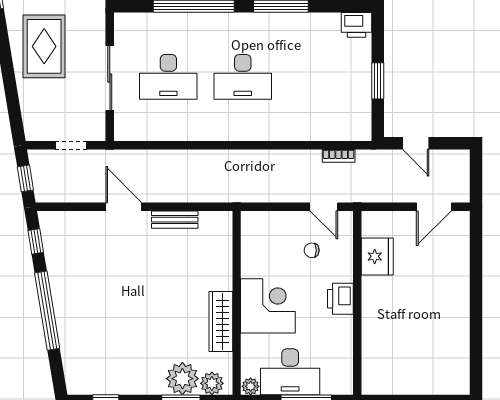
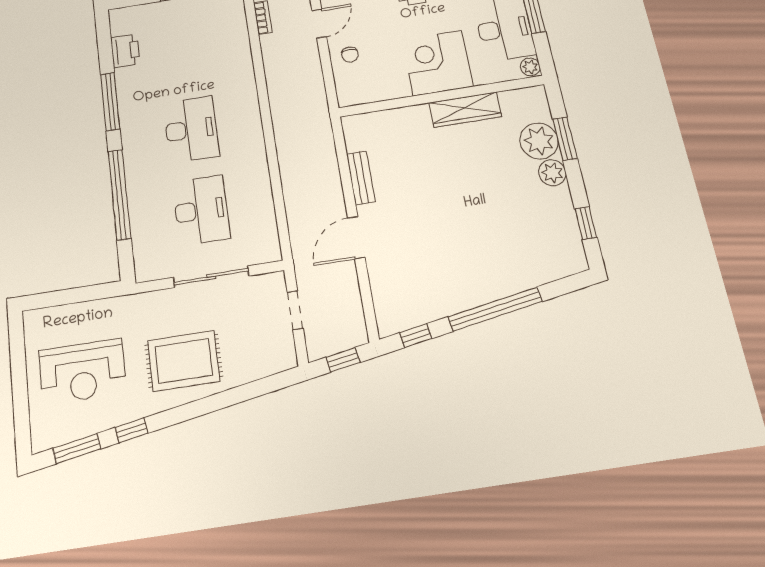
printer: (356, 25) -> (125, 51), moved
chair: (312, 250) -> (350, 55), moved
plant: (212, 383) -> (552, 173), moved

